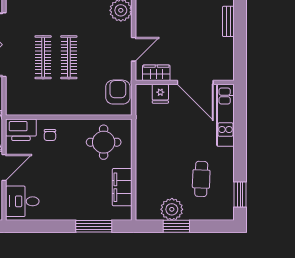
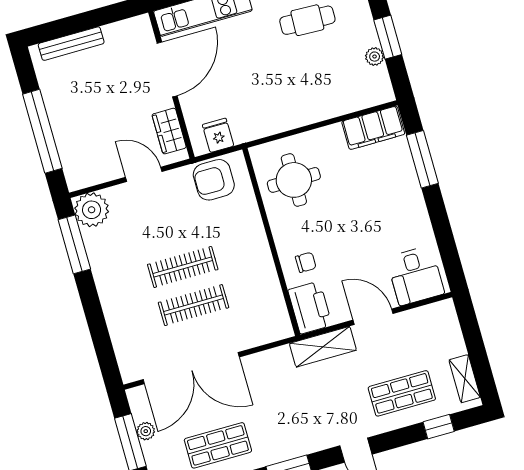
bench: (228, 21) -> (71, 44), width x1.36
fridge: (160, 94) -> (218, 135), moved, turned -90
filing cabinet: (122, 187) -> (373, 128), moved
plant: (172, 209) -> (375, 57), width x0.53, depth x0.53

